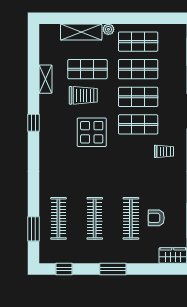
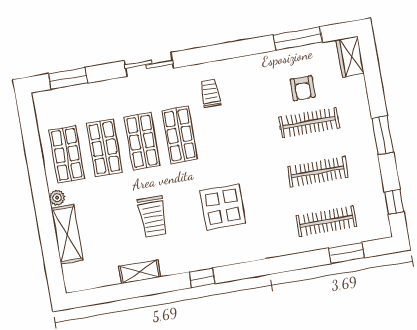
shop shelf: (87, 69) -> (116, 217), removed
trolley: (83, 95) -> (153, 216), turned 180
display table: (92, 132) -> (223, 207), moved

